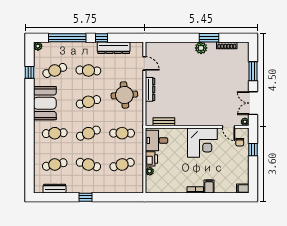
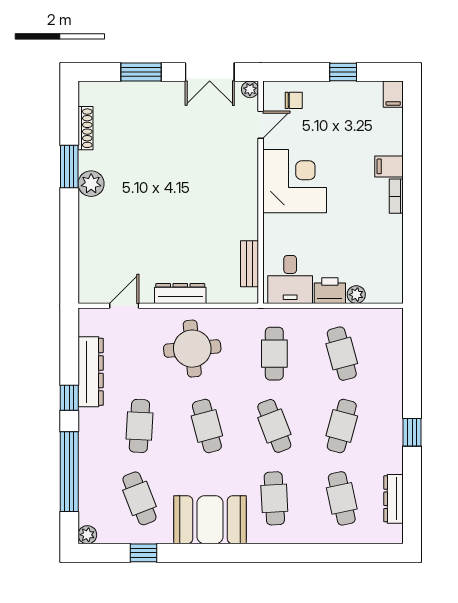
window: (253, 150) -> (343, 72), moved

